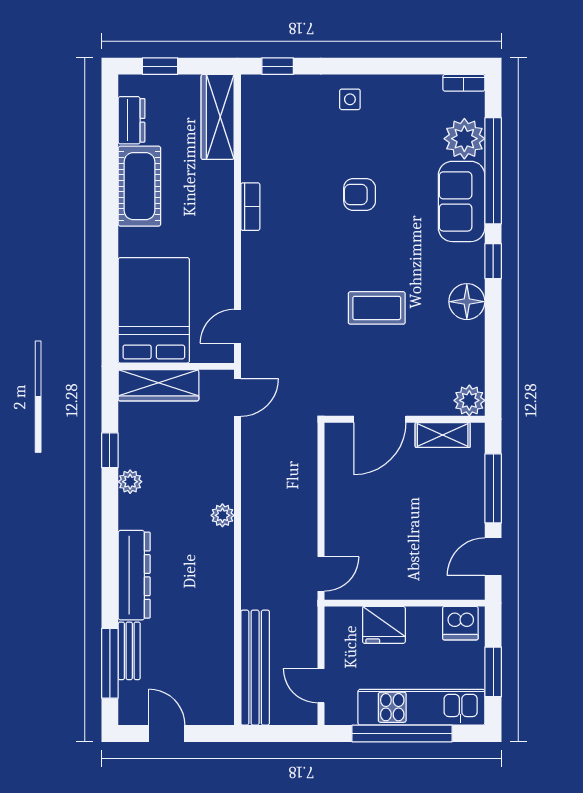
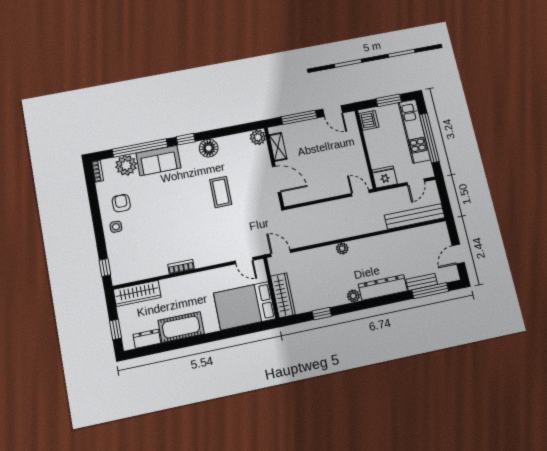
armchair: (360, 195) -> (121, 203), moved, turned 180
plant: (130, 482) -> (353, 296), moved
fridge: (384, 625) -> (385, 177), moved, turned -90

